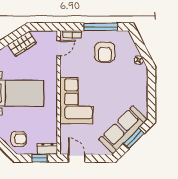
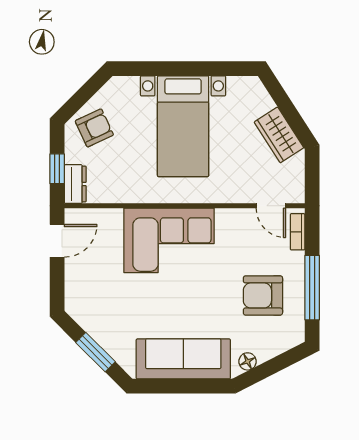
sofa: (123, 130) -> (183, 359), moved, turned -45
armchair: (19, 139) -> (94, 128), turned -115

